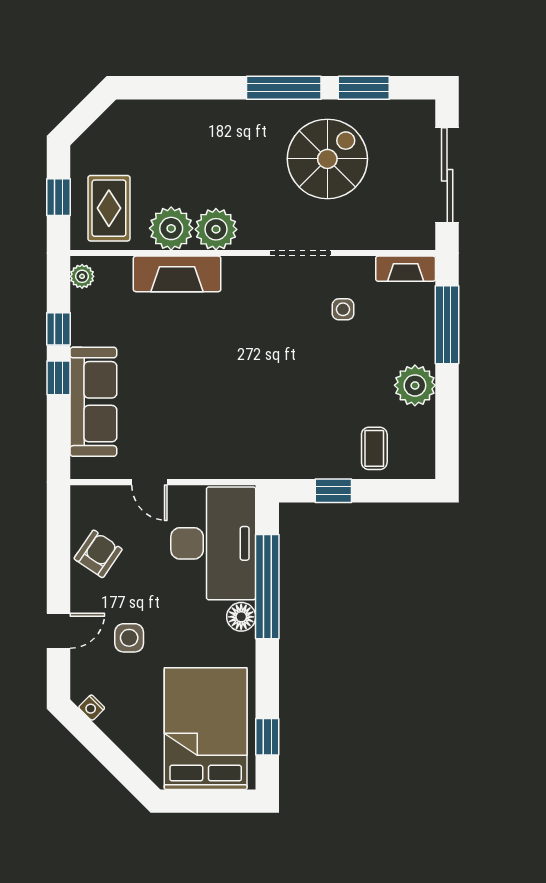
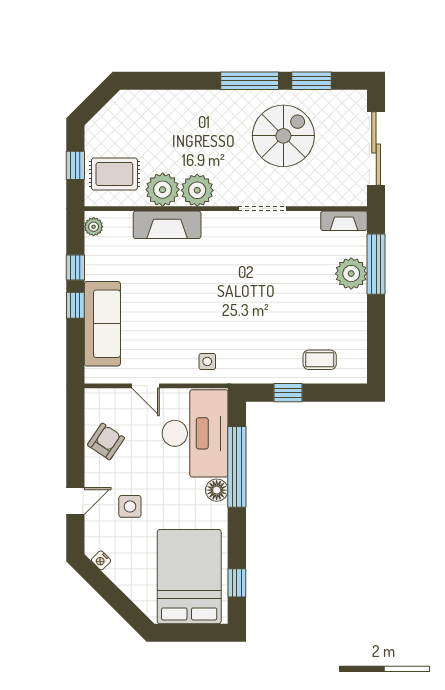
rug: (109, 208) -> (114, 174), turned 90
side table: (343, 309) -> (207, 361), moved
plant: (415, 385) -> (351, 274), moved
coffee table: (374, 448) -> (320, 360), turned 90

